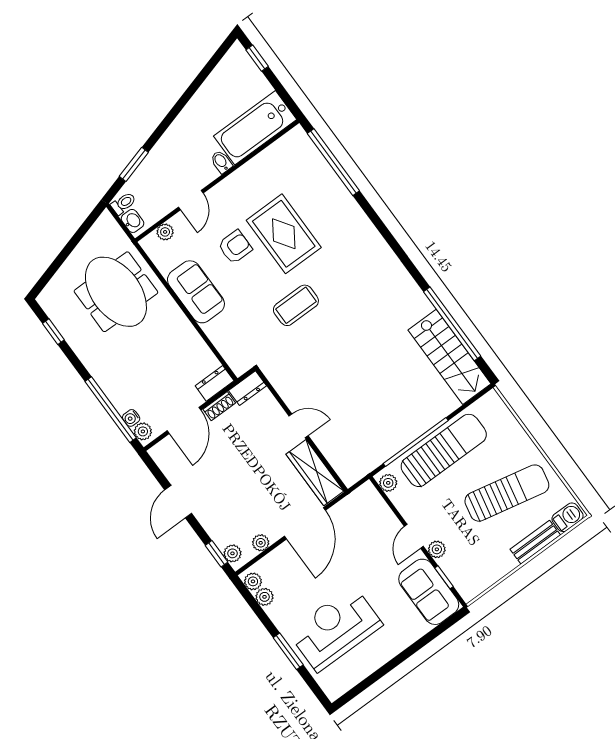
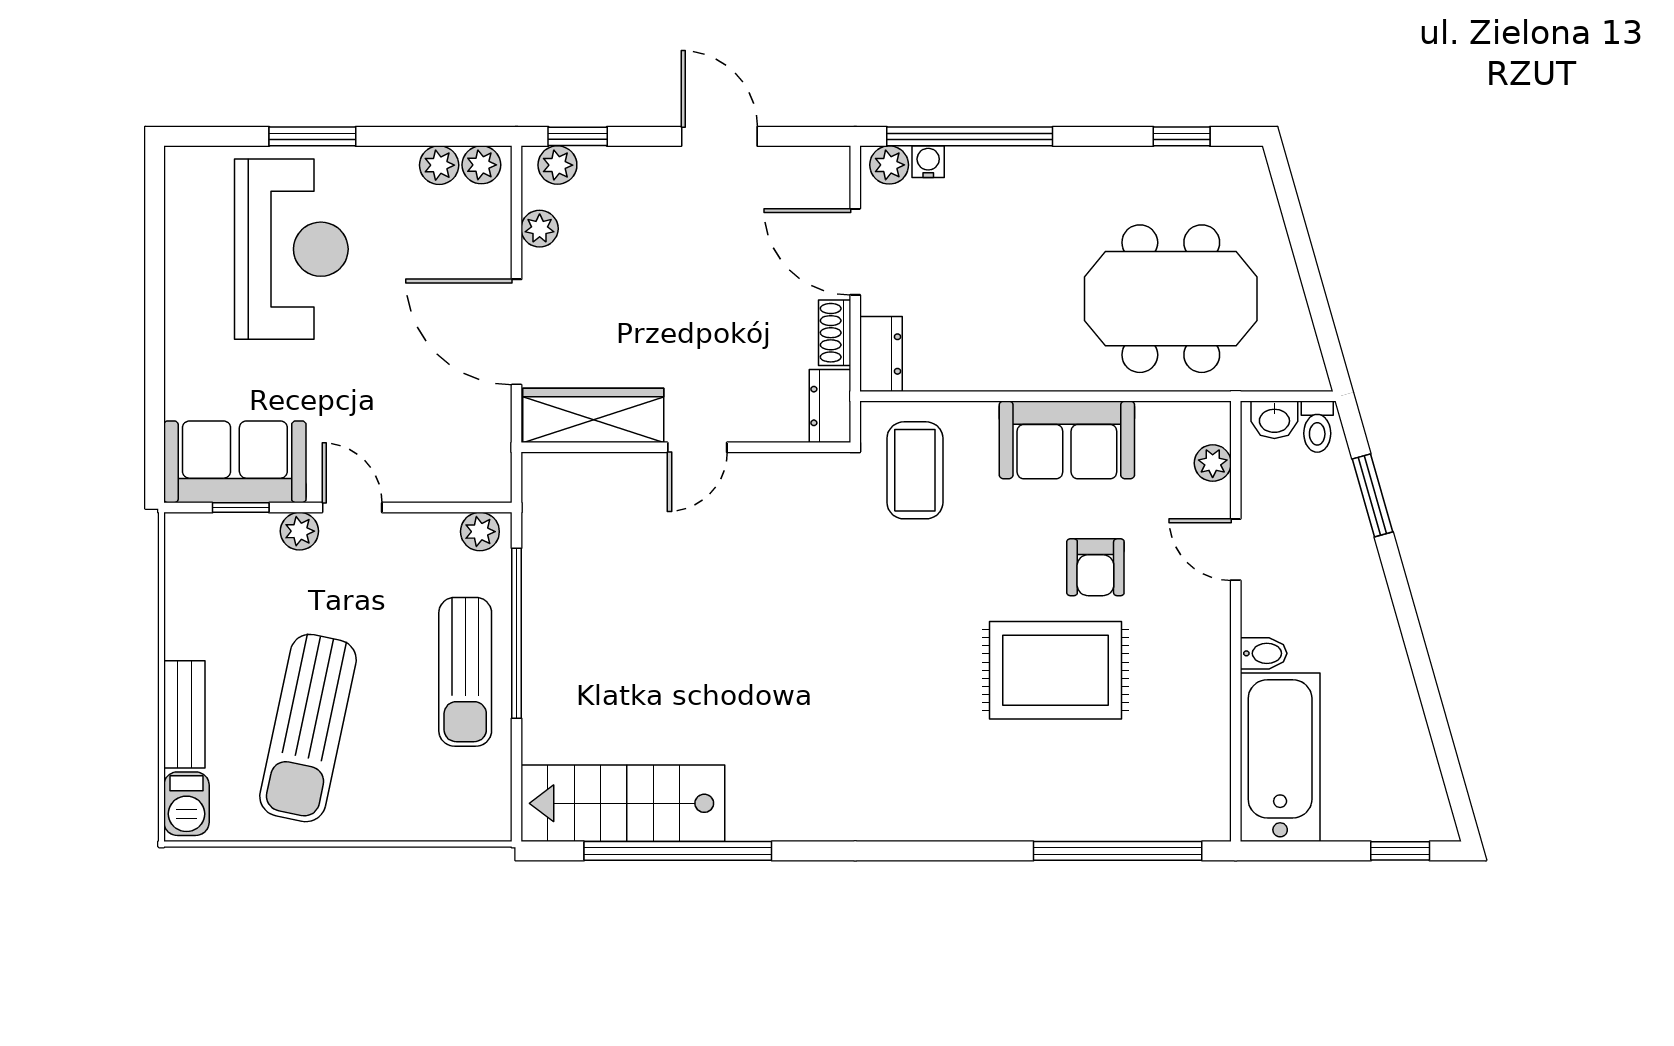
coffee table: (296, 305) -> (915, 470), moved
sun lounger: (444, 450) -> (465, 672), width x0.73, depth x0.75

